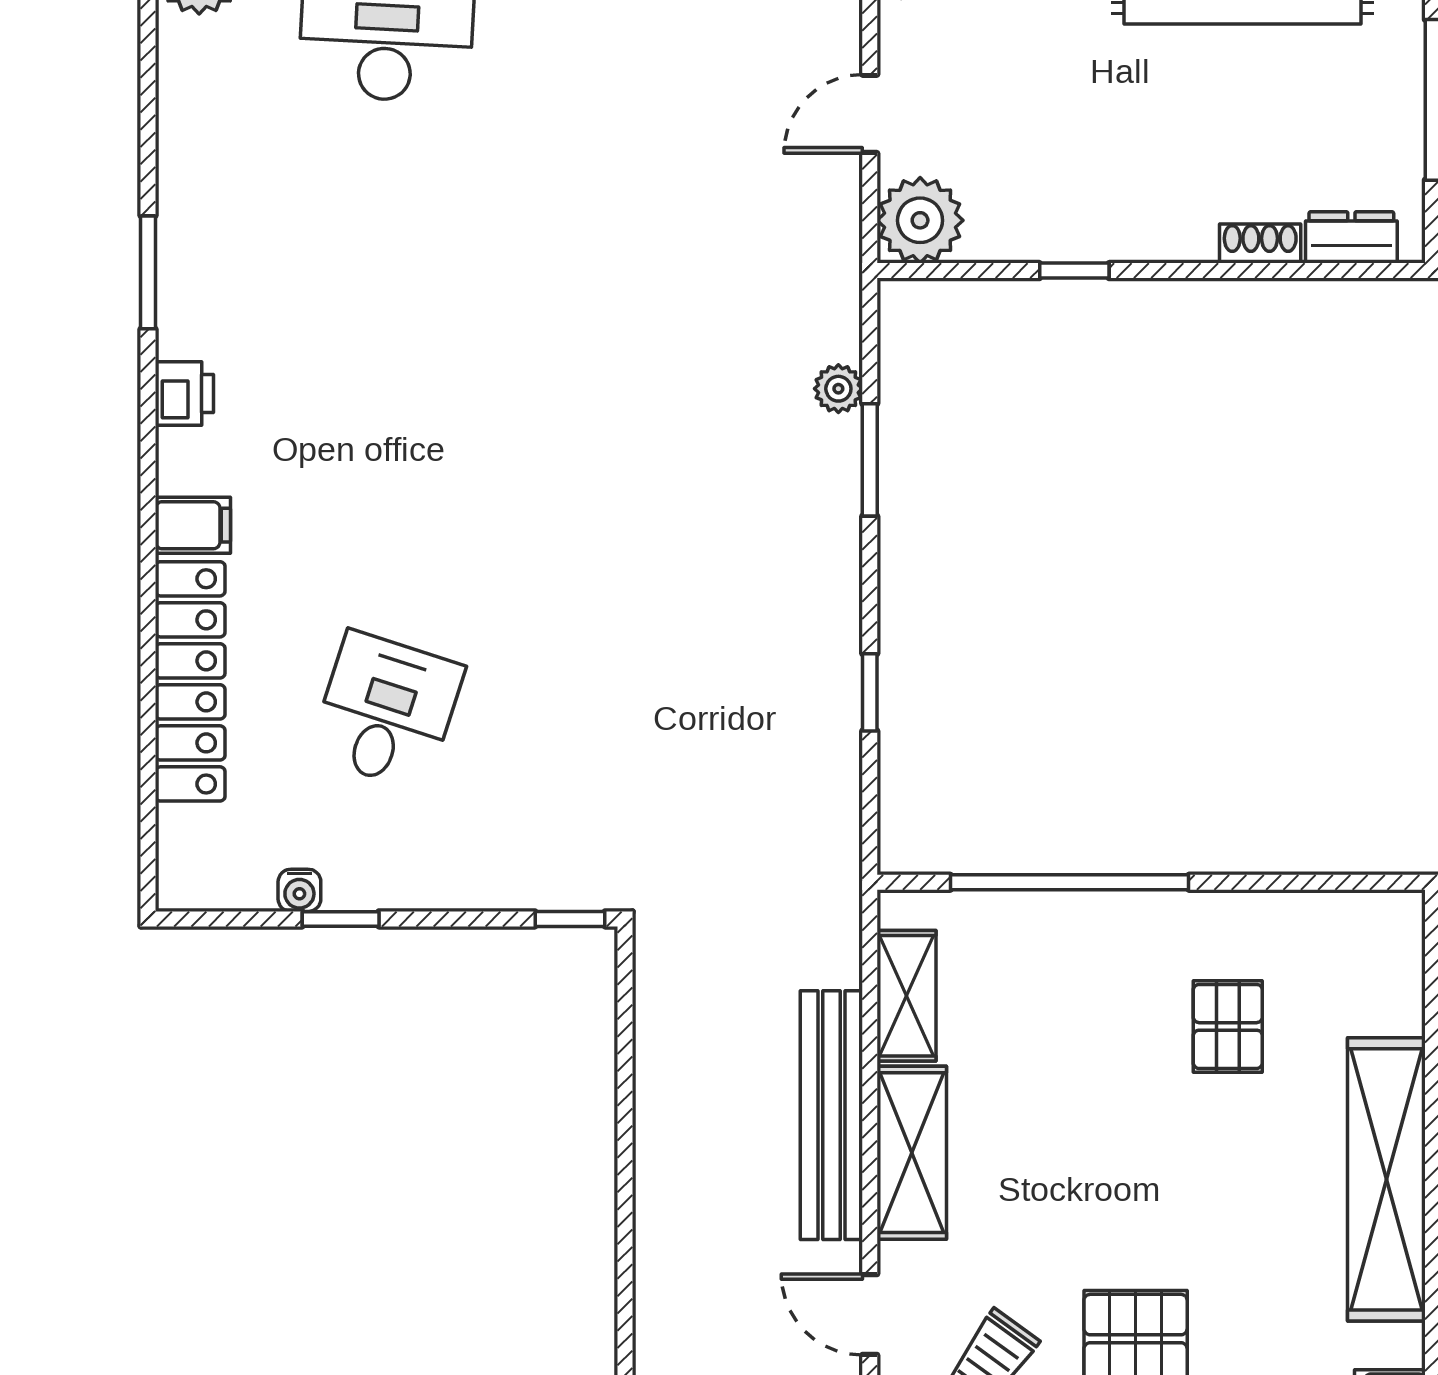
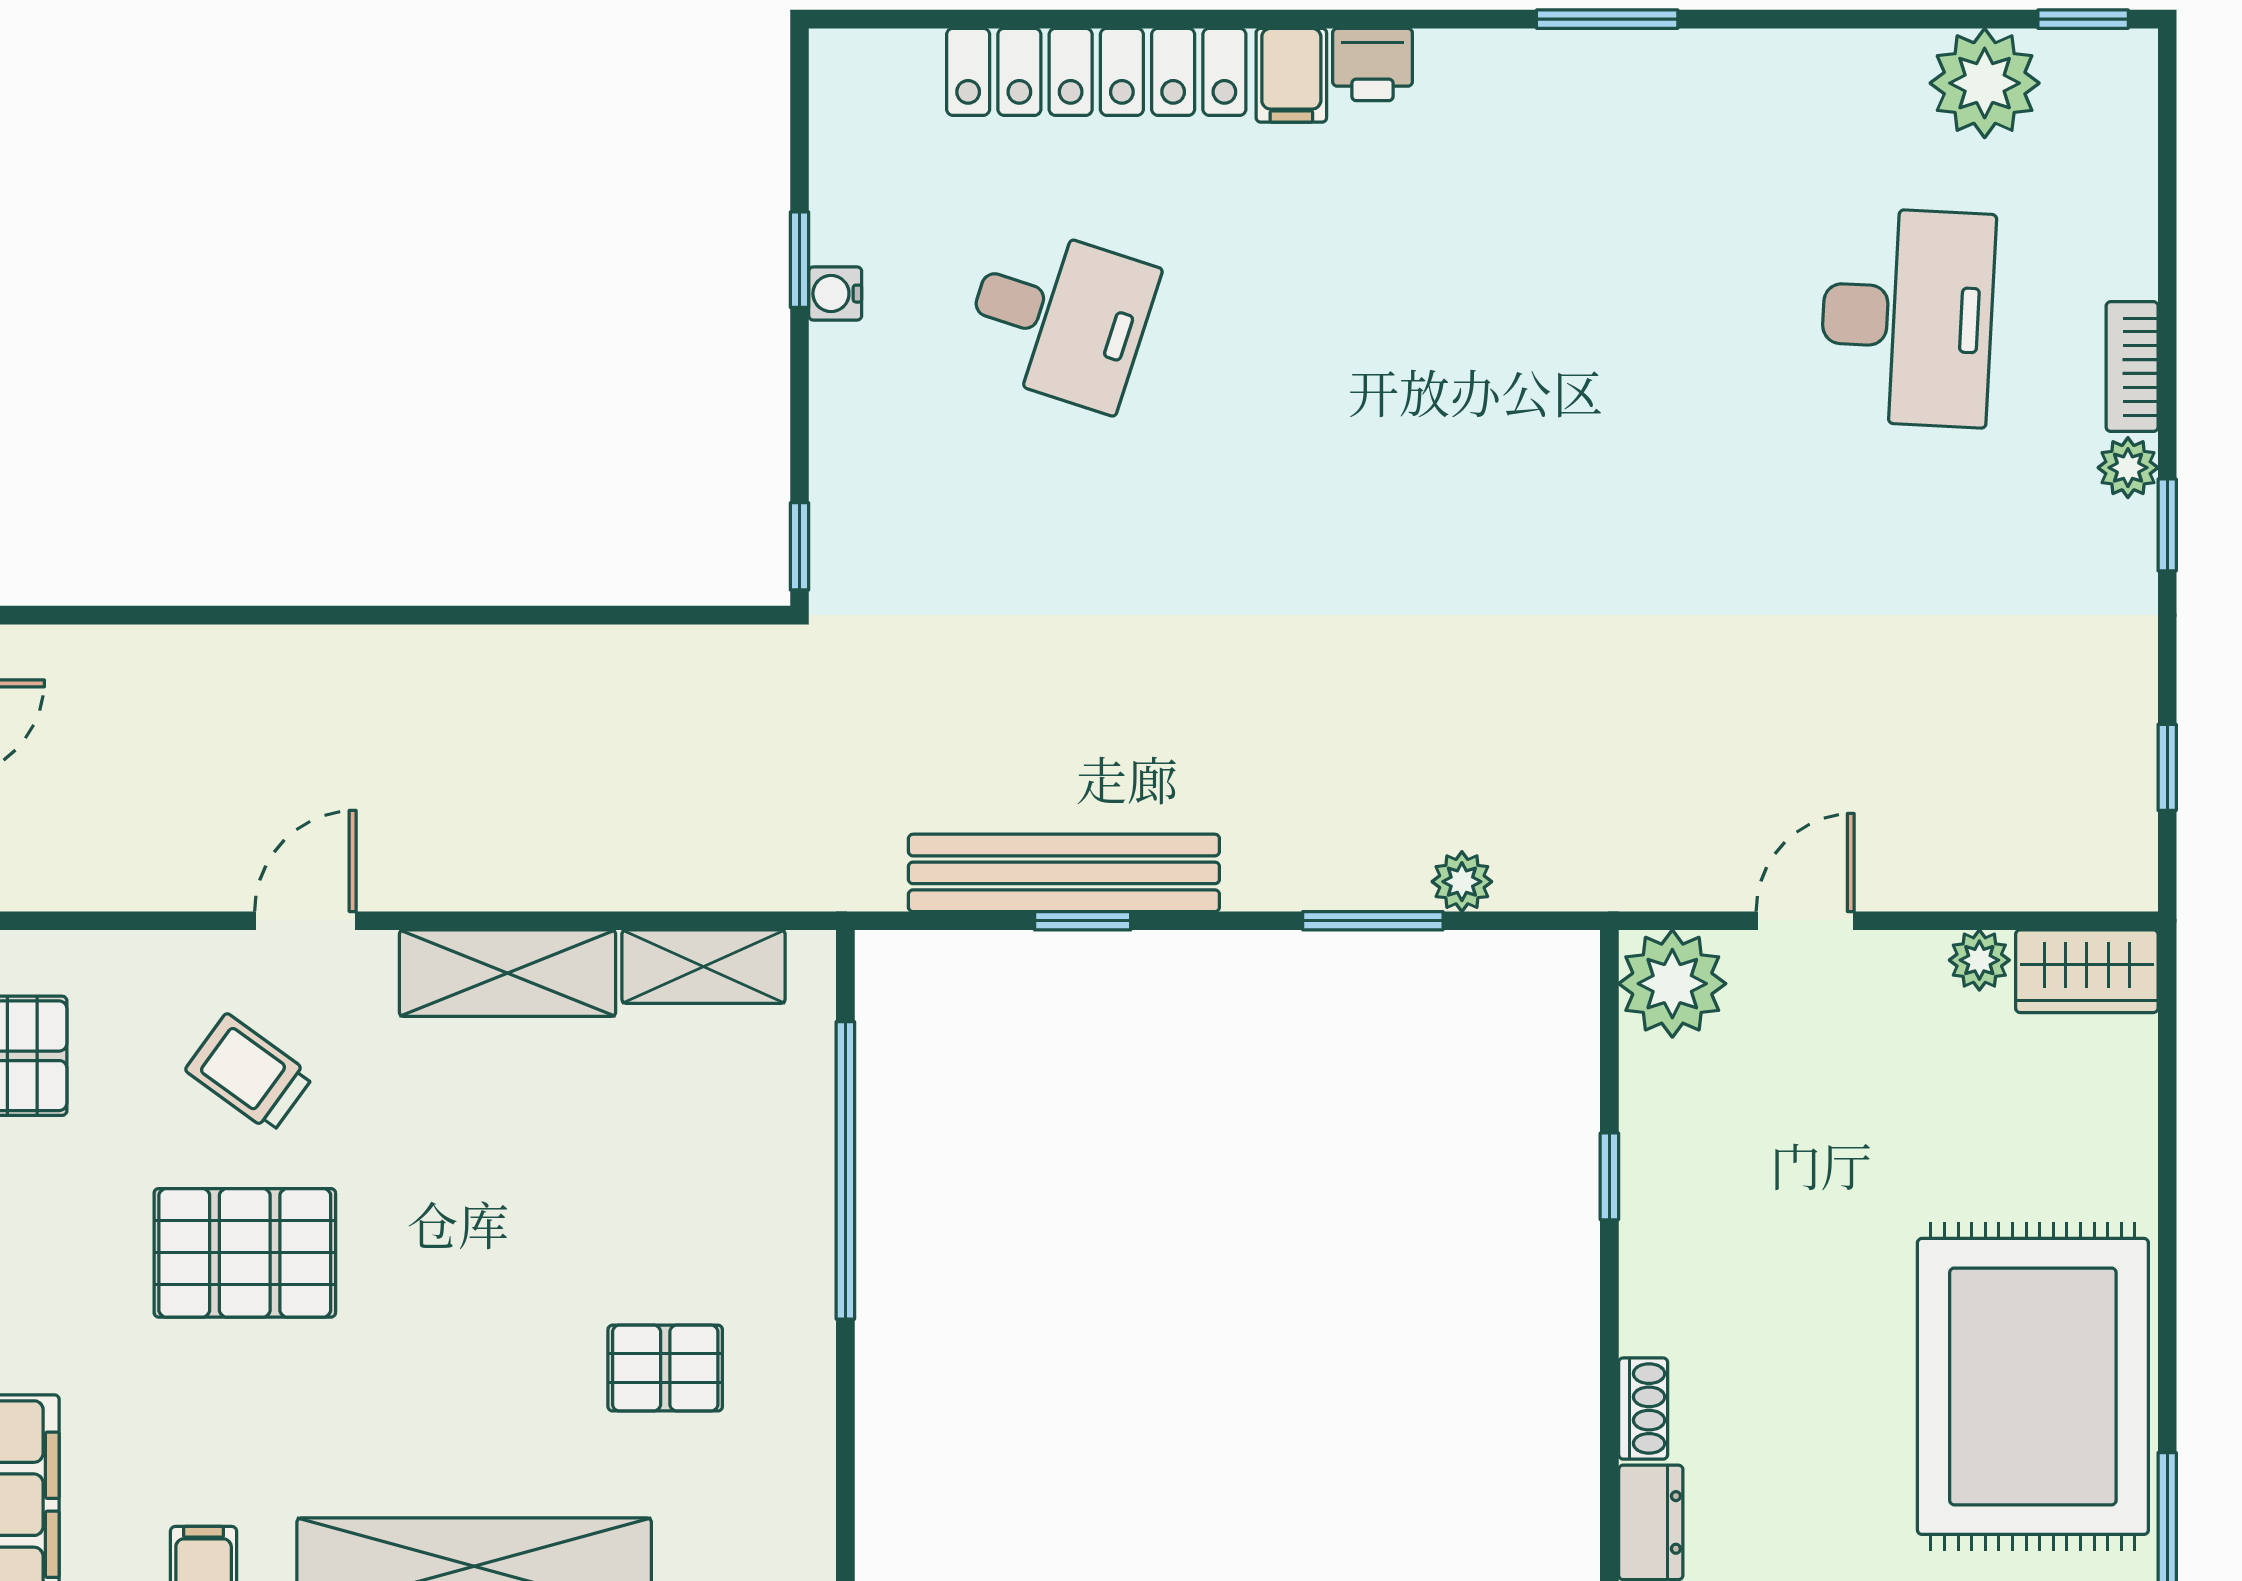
door: (870, 114) -> (1805, 921), hinge flipped
printer: (184, 394) -> (1372, 65), moved
water cooler: (299, 890) -> (835, 294), moved
bench: (831, 1115) -> (1064, 873), moved

